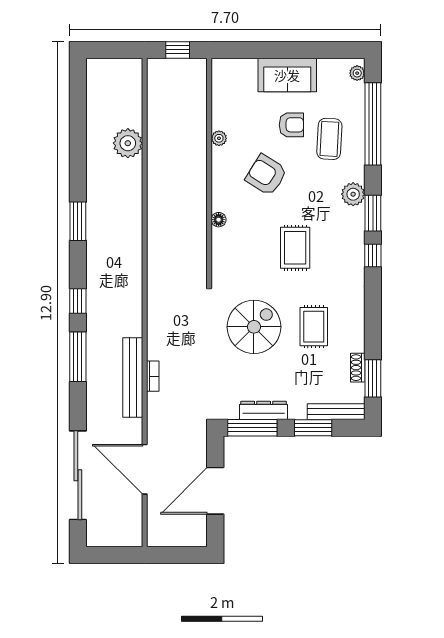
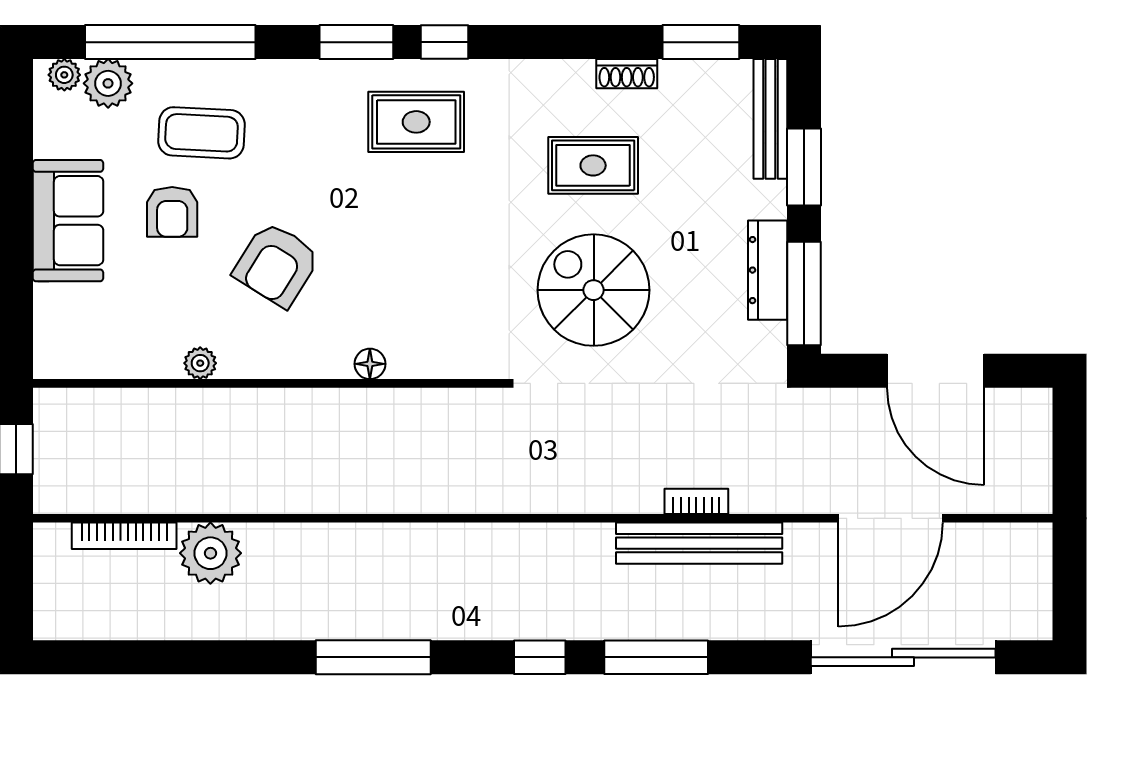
bookcase: (136, 102) -> (124, 536), added
armchair: (291, 125) -> (172, 212), turned 180
plant: (353, 194) -> (108, 83), moved
window: (78, 221) -> (373, 657), width x1.44
rug: (295, 248) -> (416, 122), moved
shoe rack: (358, 368) -> (627, 74), moved

